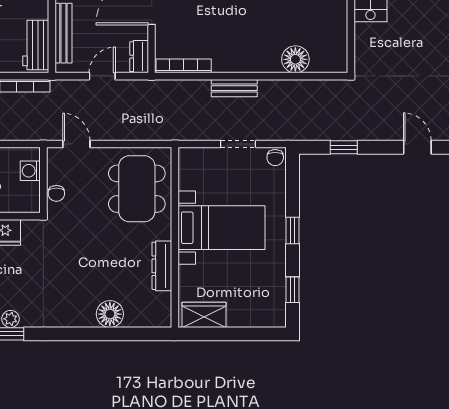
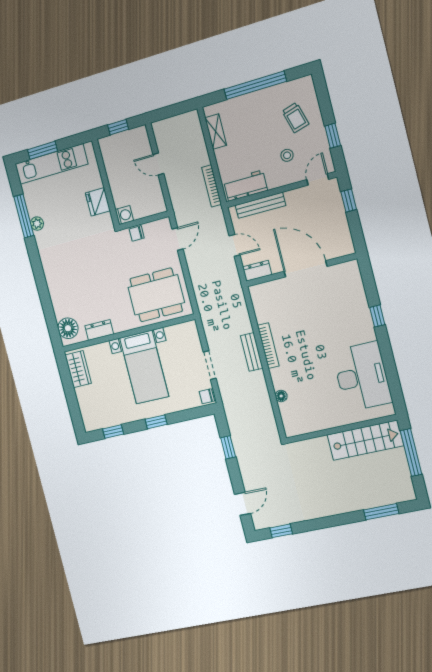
floor lamp: (295, 59) -> (281, 396), width x0.53, depth x0.53
bookcase: (184, 66) -> (268, 346), moved
washing machine: (30, 171) -> (124, 215), moved, turned 90
dresser: (162, 266) -> (99, 330), width x0.70
floor lamp: (110, 314) -> (68, 328), moved

